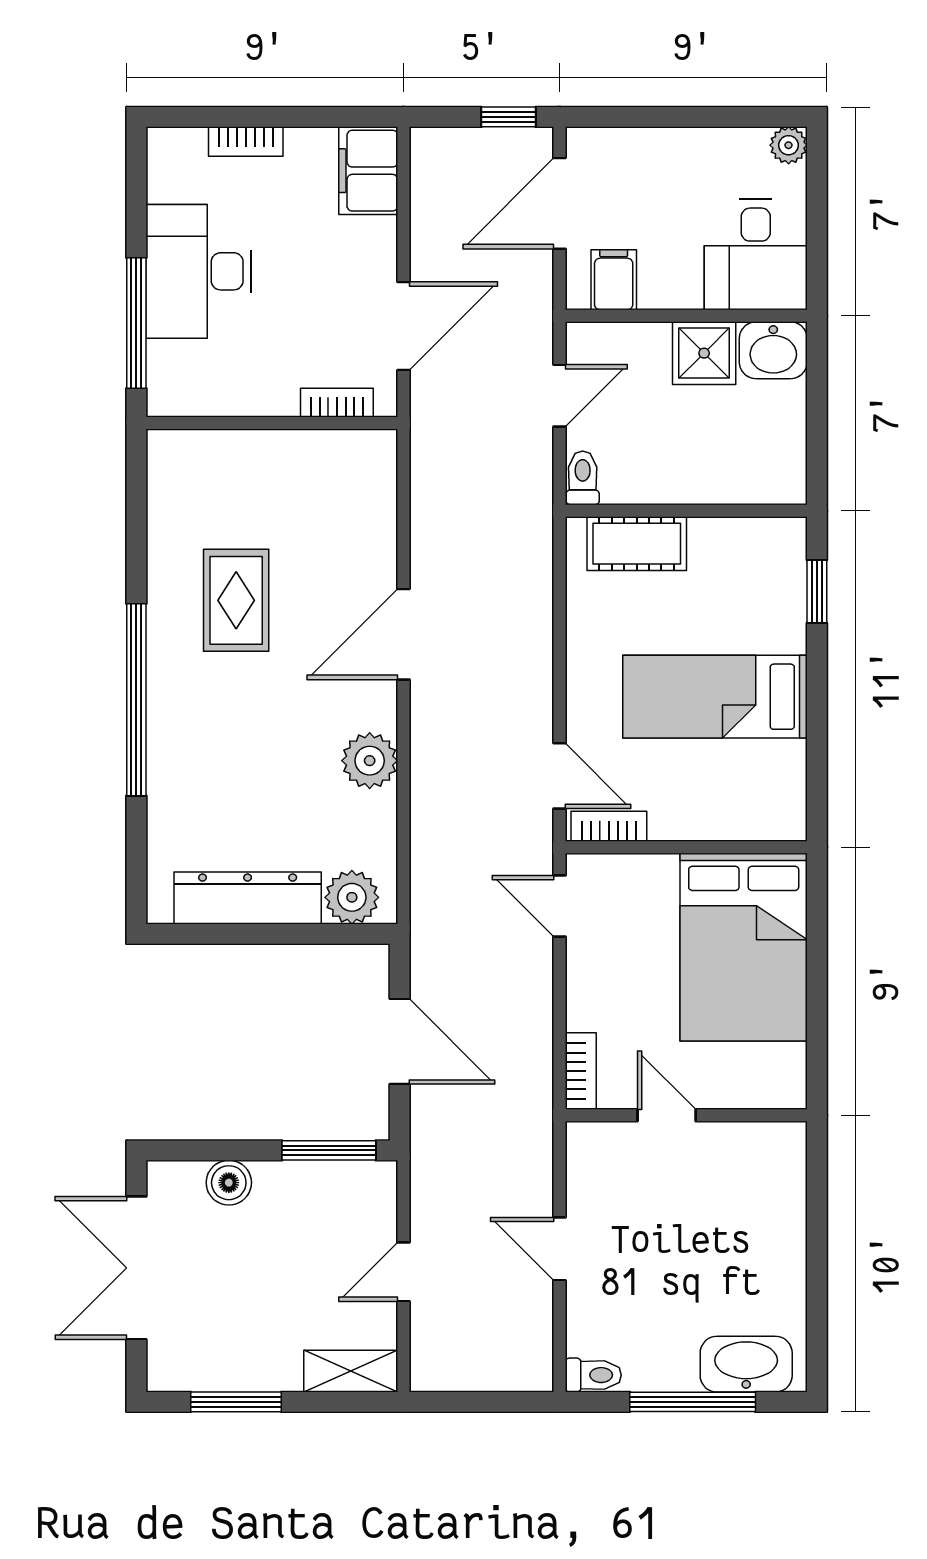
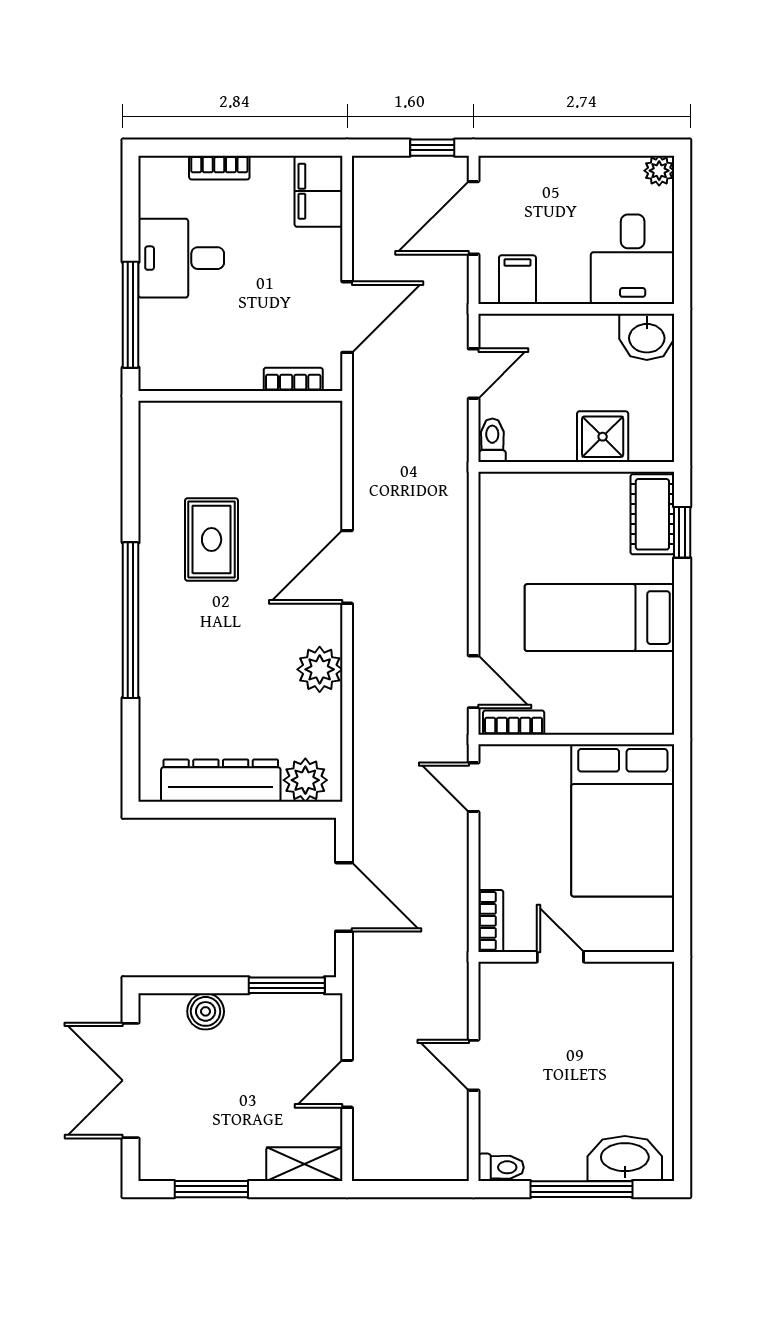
desk: (199, 271) -> (181, 258), width x0.73
shower: (704, 353) -> (603, 437), moved
cot: (637, 544) -> (652, 514), moved, turned 90

